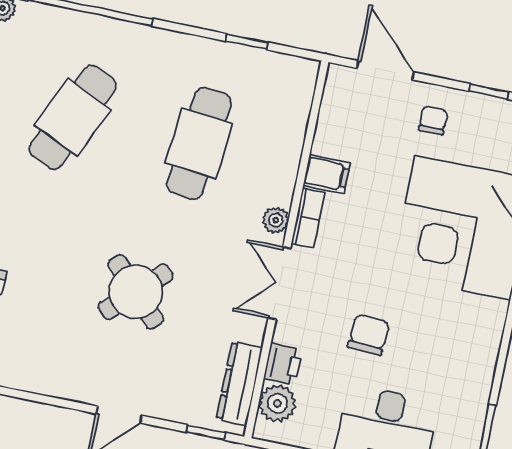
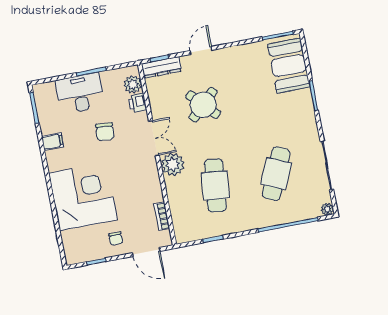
filing cabinet: (327, 174) -> (53, 142), moved, turned 180
bookcase: (308, 218) -> (162, 216), moved
plant: (276, 220) -> (173, 164), width x1.88, depth x1.88
round table: (136, 292) -> (203, 105), moved
dresser: (239, 383) -> (162, 67), moved, turned 90

